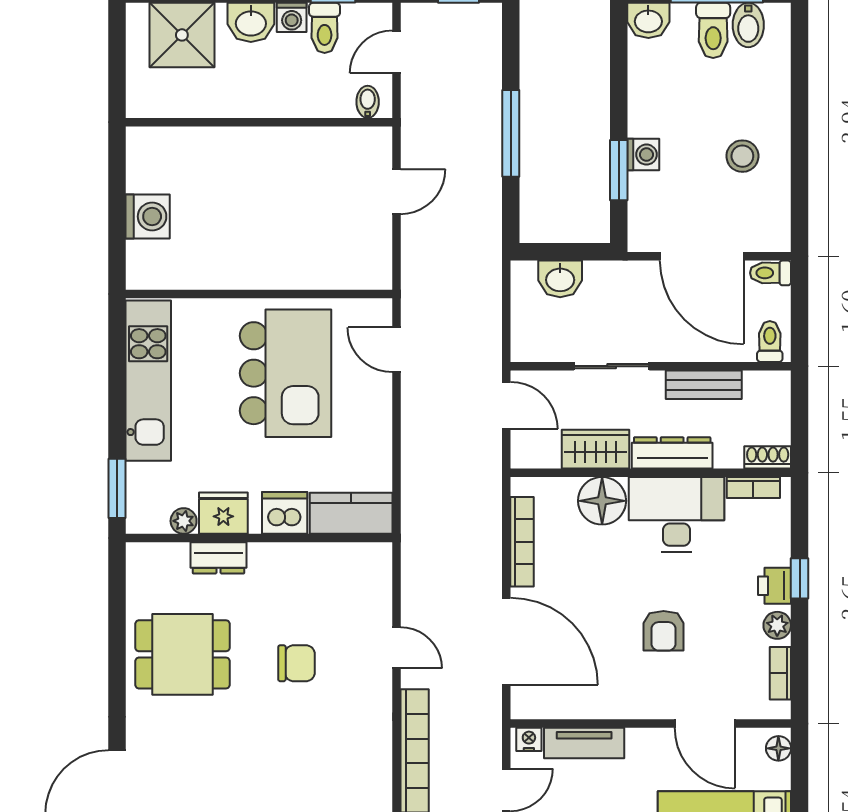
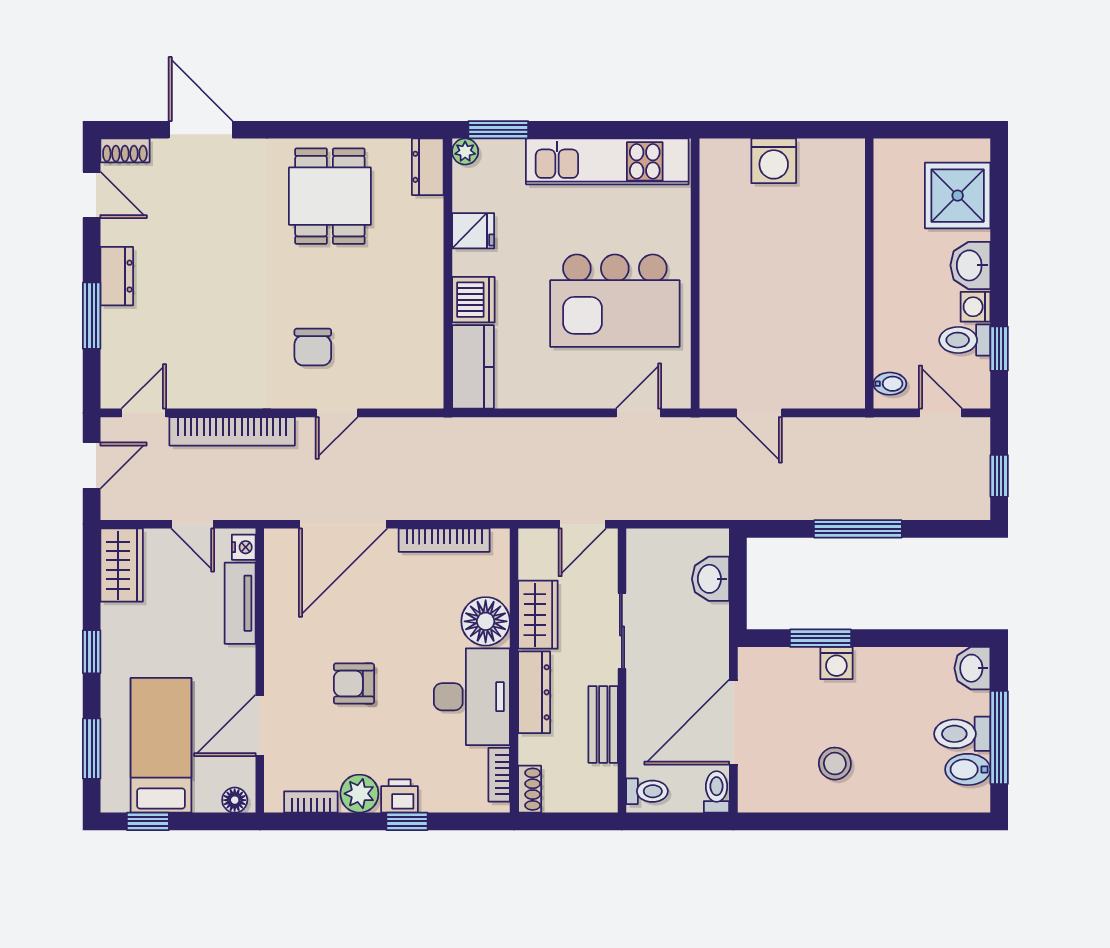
door: (396, 192) -> (759, 413), moved
fridge: (223, 513) -> (473, 231), width x0.72
plant: (184, 521) -> (465, 152), moved
dresser: (218, 558) -> (428, 167), moved
plant: (777, 625) -> (359, 794), width x1.38, depth x1.38
chair: (296, 663) -> (313, 347), moved

